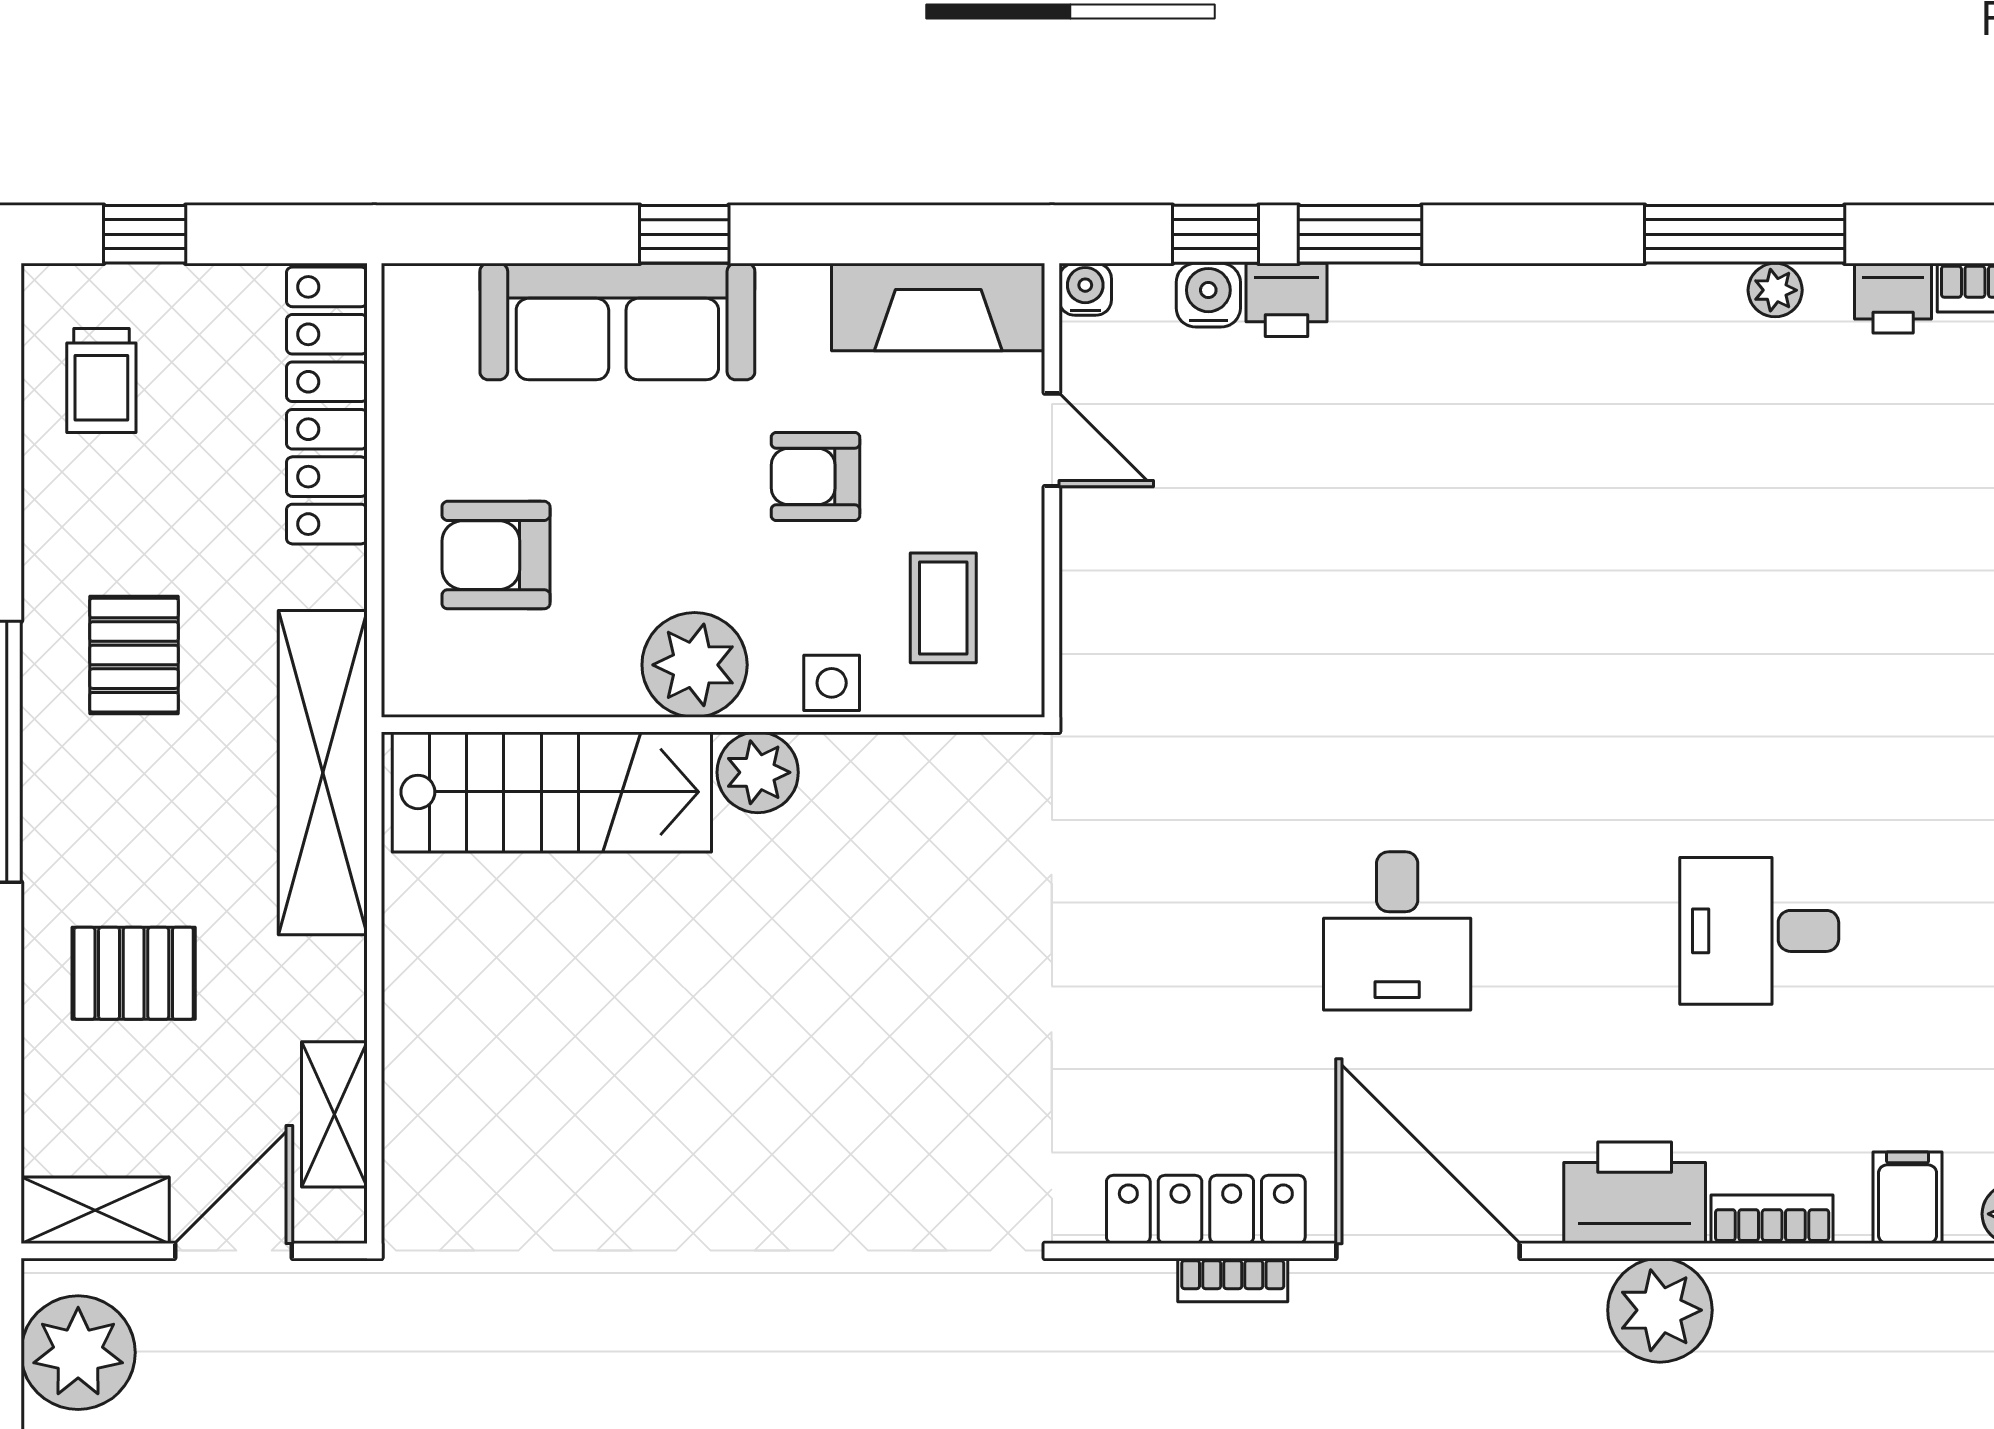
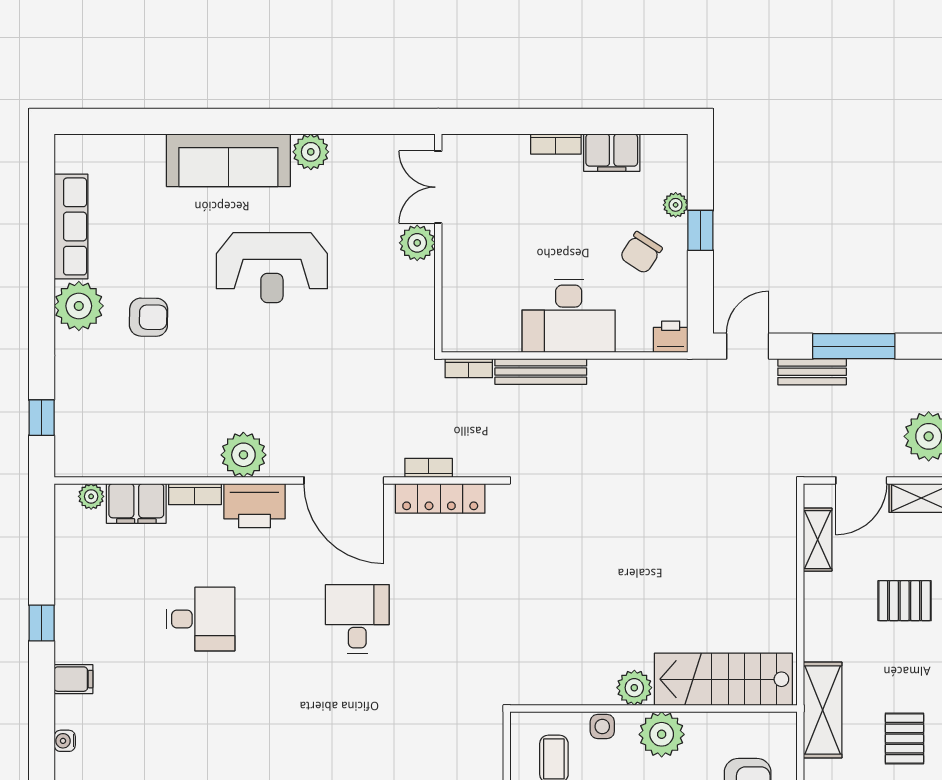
shelving: (323, 773) -> (823, 710), width x0.68
filing cabinet: (1908, 1198) -> (136, 503), width x2.00

